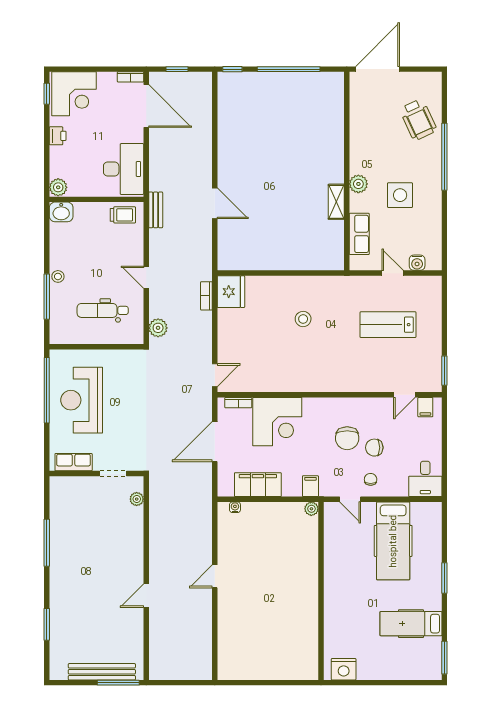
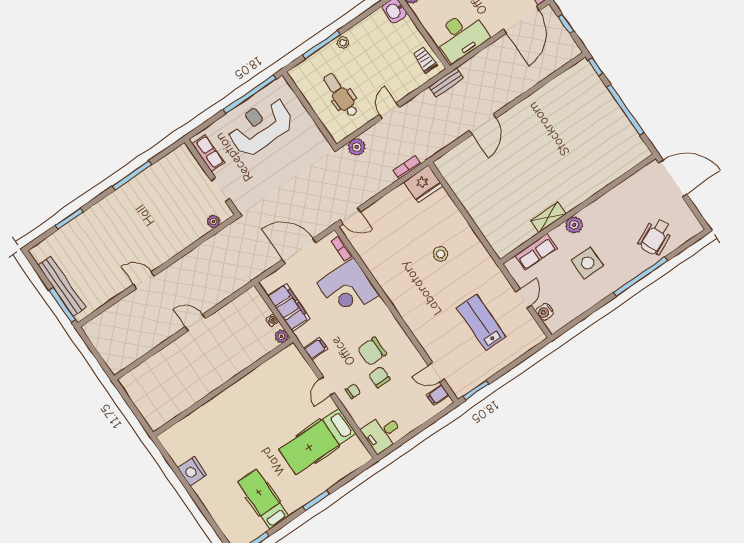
trolley: (123, 215) -> (425, 60), turned 180
water cooler: (235, 507) -> (272, 320), moved
plant: (311, 509) -> (281, 336), moved
wall: (321, 591) -> (223, 387), moved

